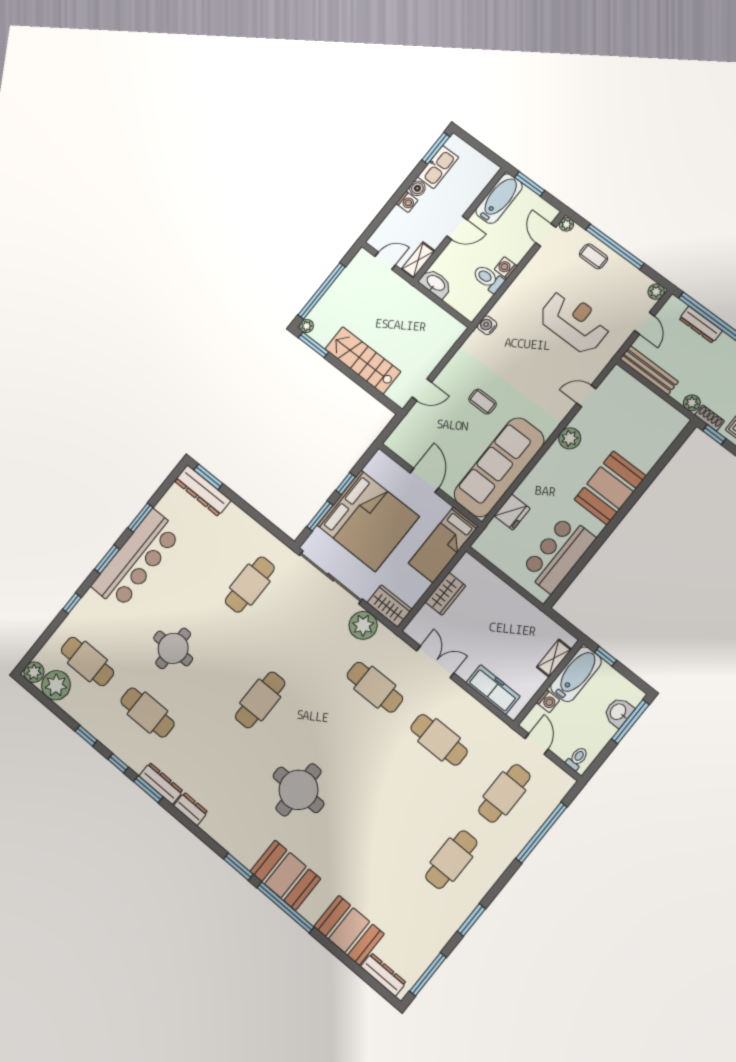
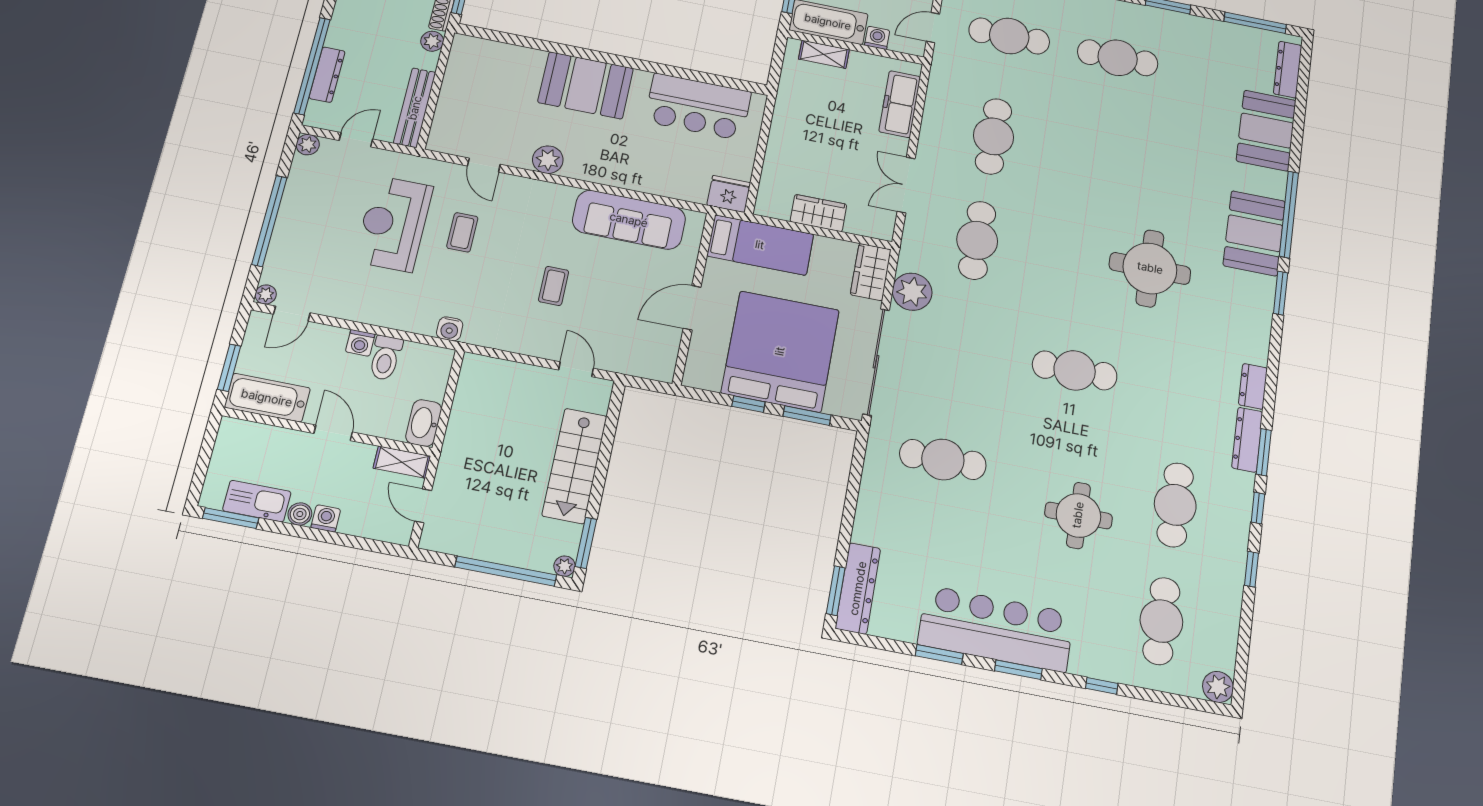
coffee table: (593, 256) -> (462, 232), moved
sofa: (499, 467) -> (629, 220), width x0.74, depth x0.79
fridge: (512, 512) -> (729, 194), moved
plant: (56, 685) -> (1216, 646), removed

